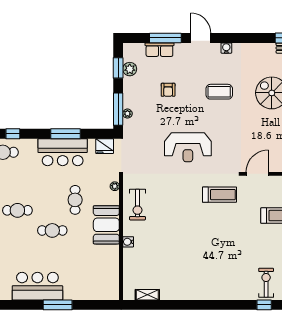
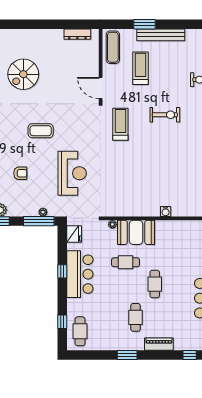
coffee table: (219, 92) -> (41, 131), moved, turned 90
window: (65, 134) -> (62, 271), width x0.46
reception desk: (188, 147) -> (72, 173), moved
exercise bike: (137, 205) -> (165, 115), moved
booth: (106, 225) -> (136, 232), moved

